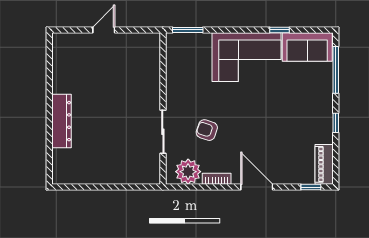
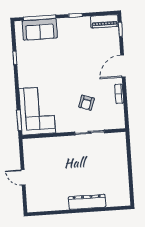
sofa: (307, 47) -> (40, 29), moved, turned 90
corner sofa: (246, 57) -> (37, 111), moved
plant: (188, 172) -> (116, 113), removed

